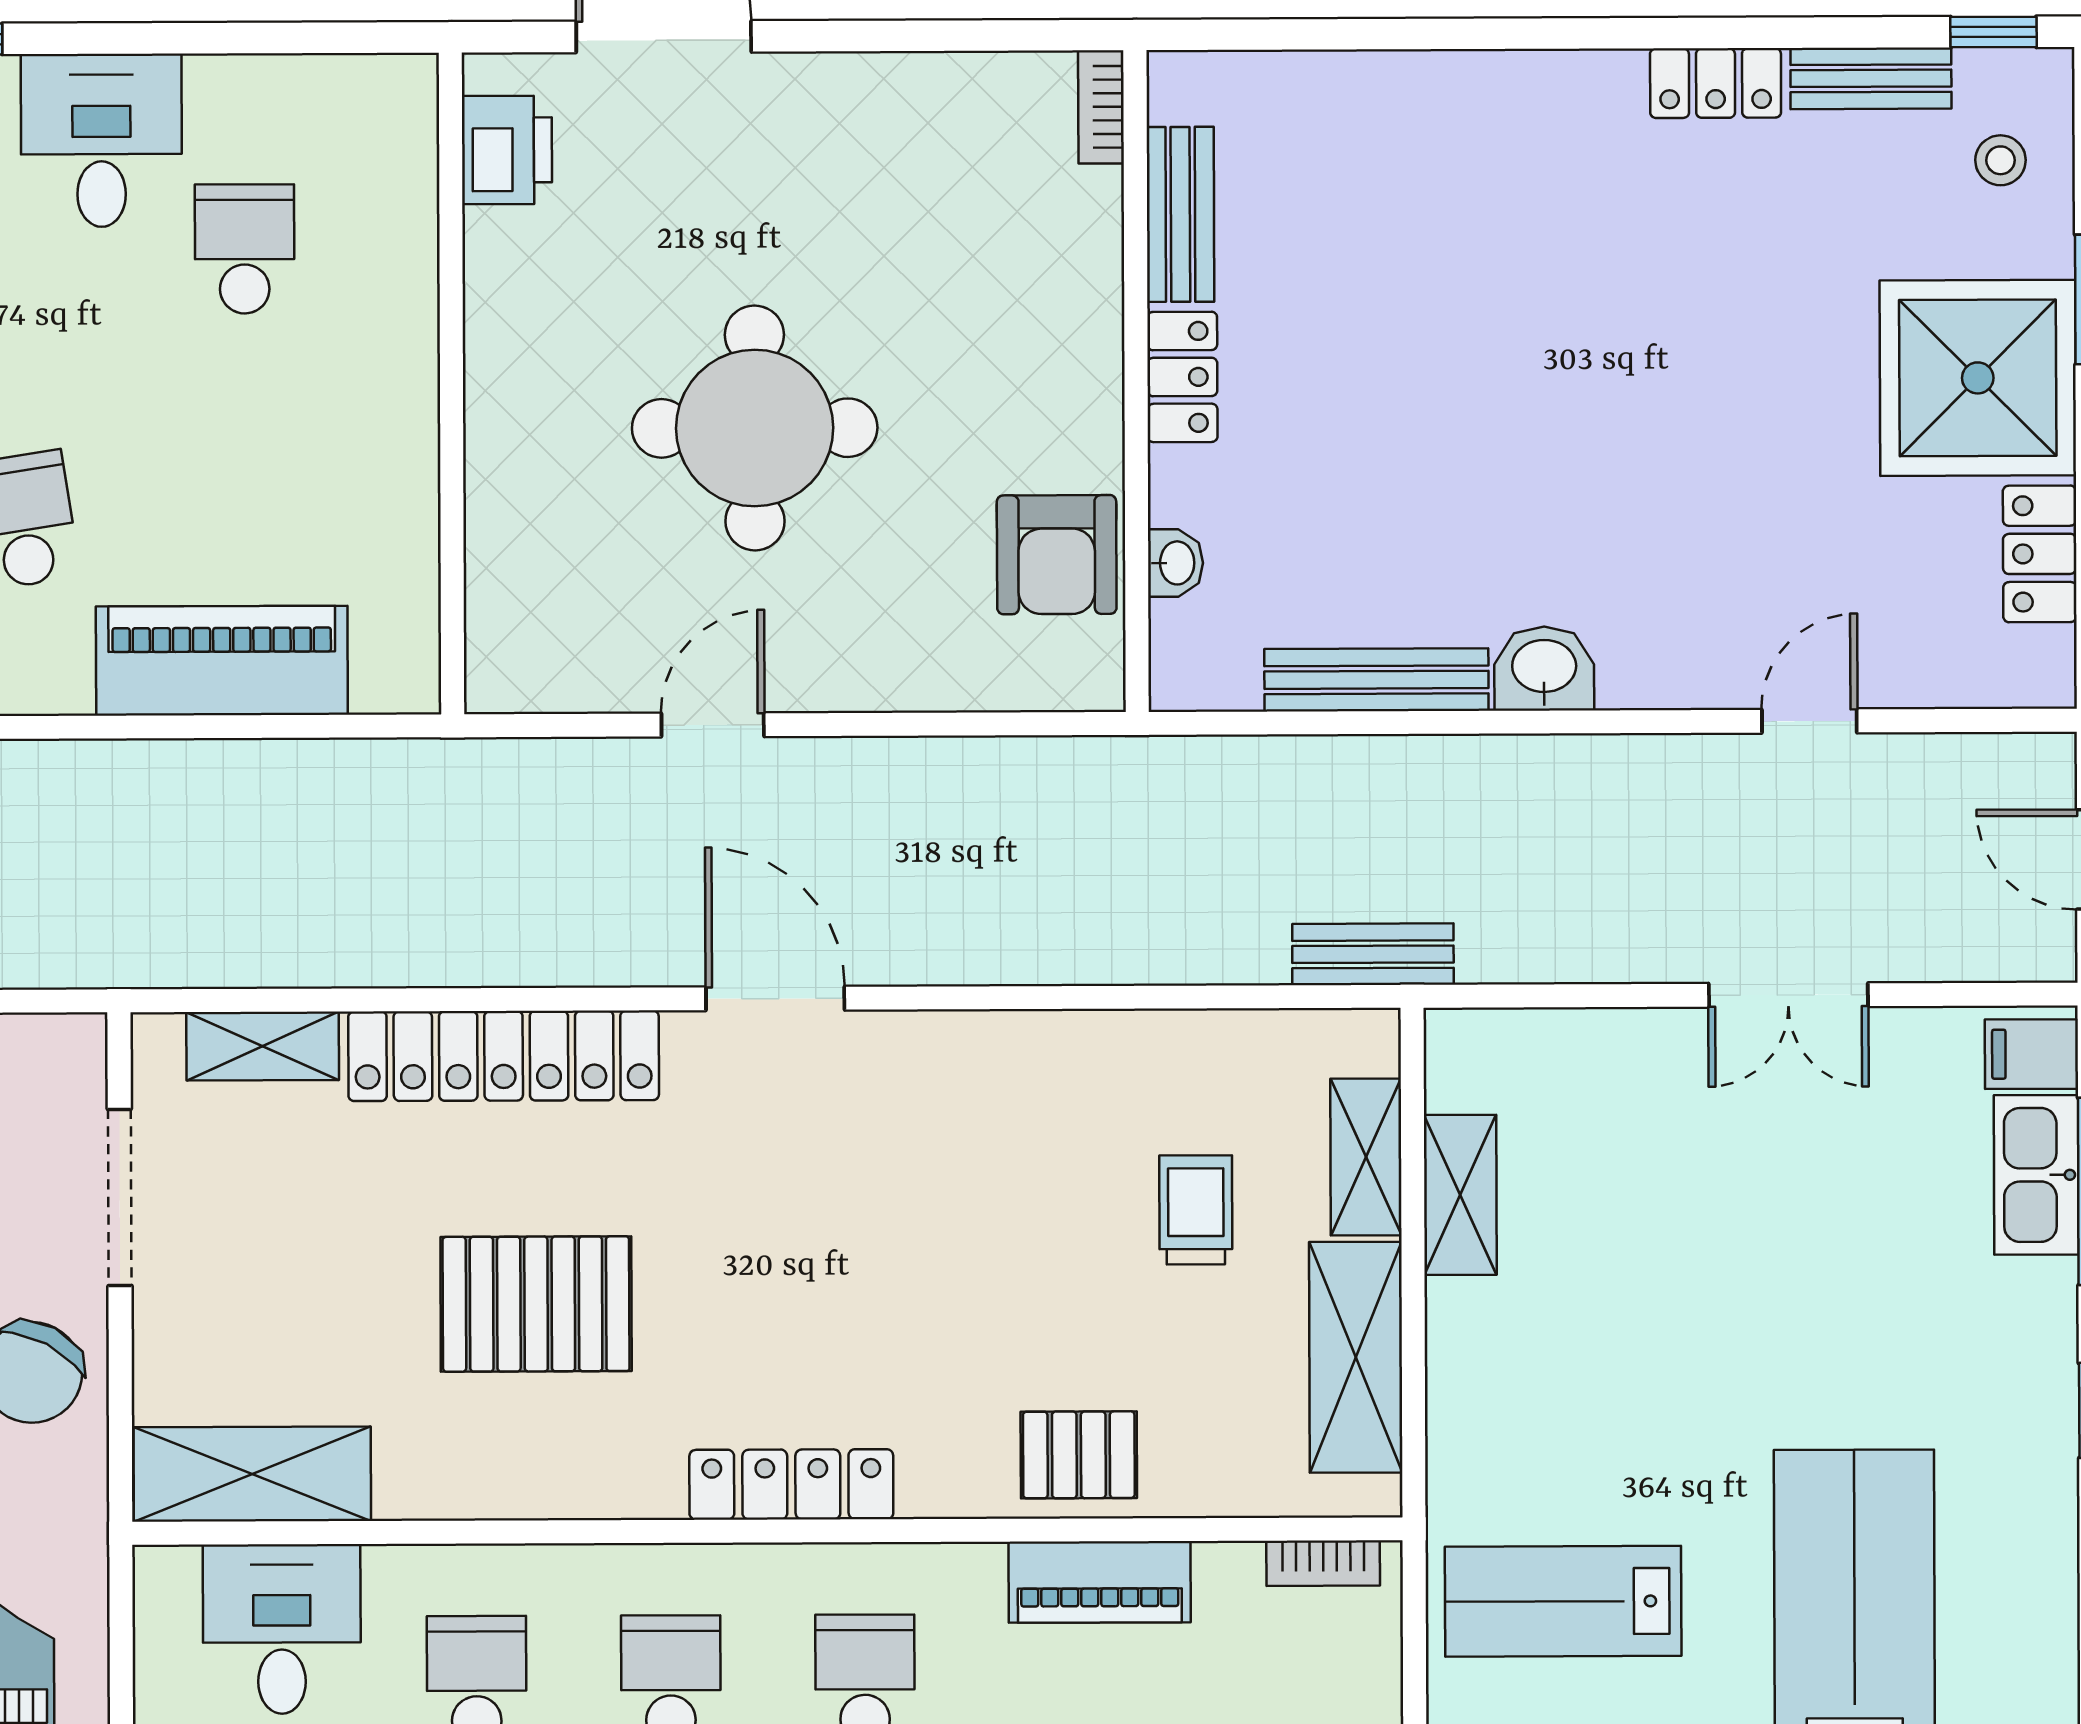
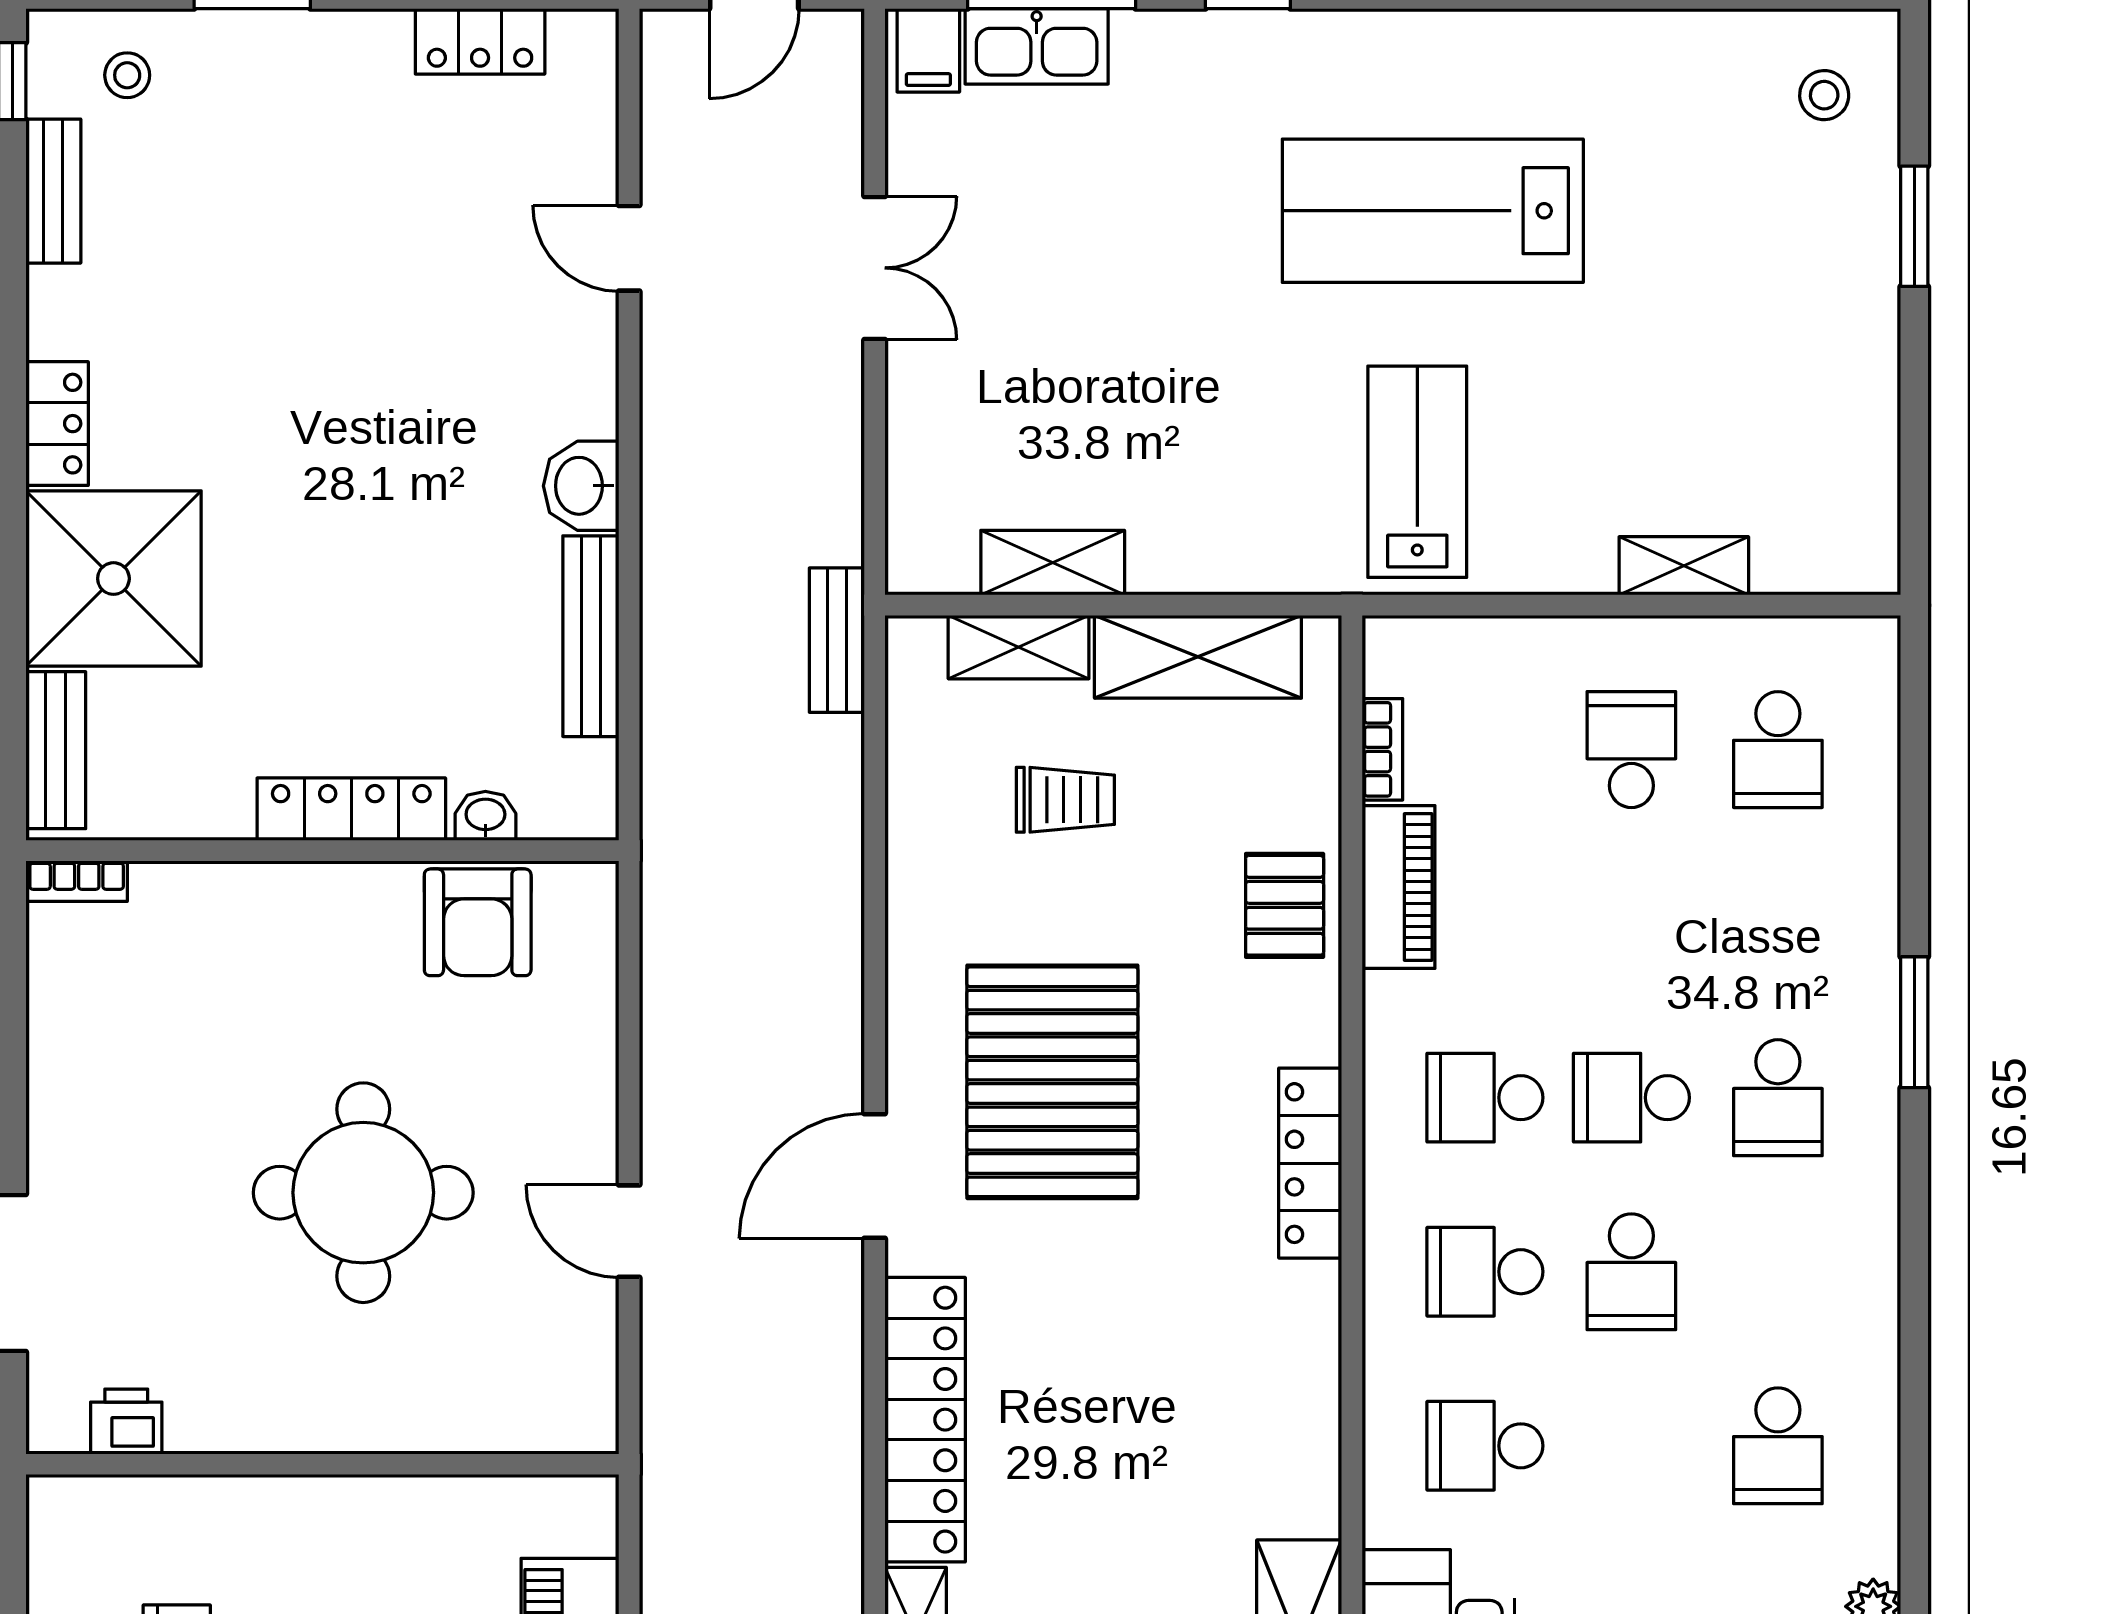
locker: (1716, 83) -> (57, 424), moved
printer: (507, 150) -> (126, 1422), width x0.73, depth x0.81
bench: (1180, 214) -> (56, 750), moved, turned 90
locker: (1182, 377) -> (351, 809), width x1.53
shower: (1978, 378) -> (113, 579), moved
armchair: (1057, 555) -> (478, 922), turned 90
trolley: (1196, 1210) -> (1065, 800), turned 180
pallet: (536, 1304) -> (1052, 1082), moved, width x1.37, depth x1.41
bookcase: (1323, 1563) -> (1382, 749), moved
lab bench: (1563, 1601) -> (1417, 472), turned 180

